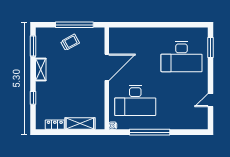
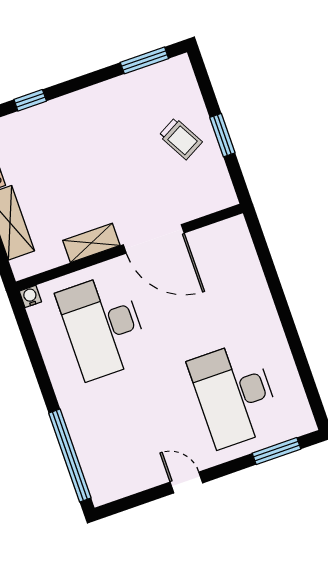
window: (74, 25) -> (222, 135), width x0.47
shelving: (41, 69) -> (91, 243), moved
door: (210, 100) -> (186, 482), moved
window: (150, 132) -> (70, 456), moved

